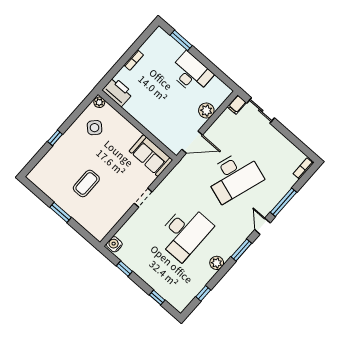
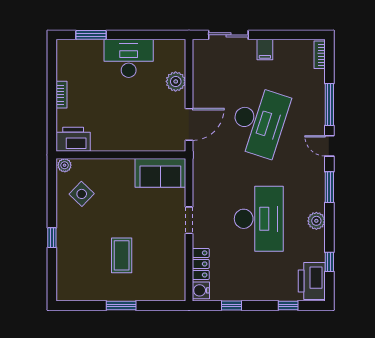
filing cabinet: (237, 105) -> (265, 50), moved
locker: (128, 229) -> (201, 264), added
printer: (183, 295) -> (312, 281), added

